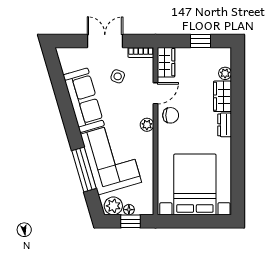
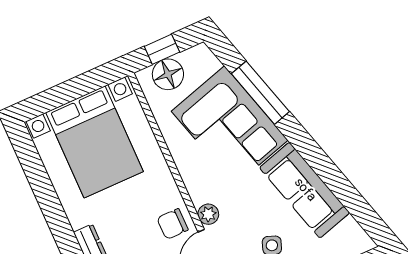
plant: (147, 125) -> (208, 214), moved
plant: (113, 206) -> (196, 60), removed
floor lamp: (129, 210) -> (168, 74), width x1.89, depth x1.89

